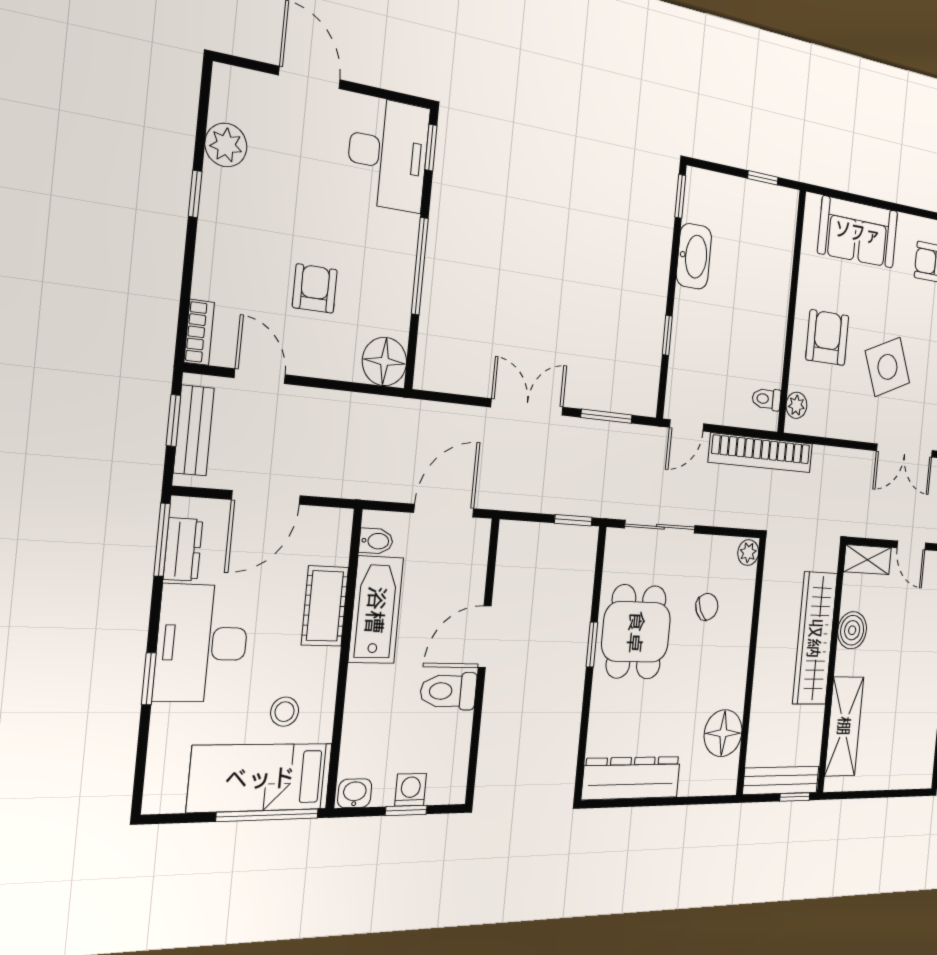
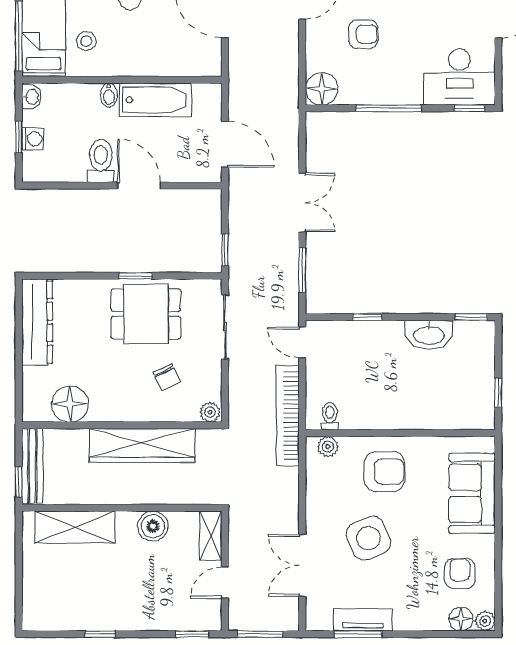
bidet: (376, 541) -> (109, 95), moved
cot: (325, 606) -> (156, 62), removed
wardrobe: (815, 638) -> (142, 445), moved, turned 180

